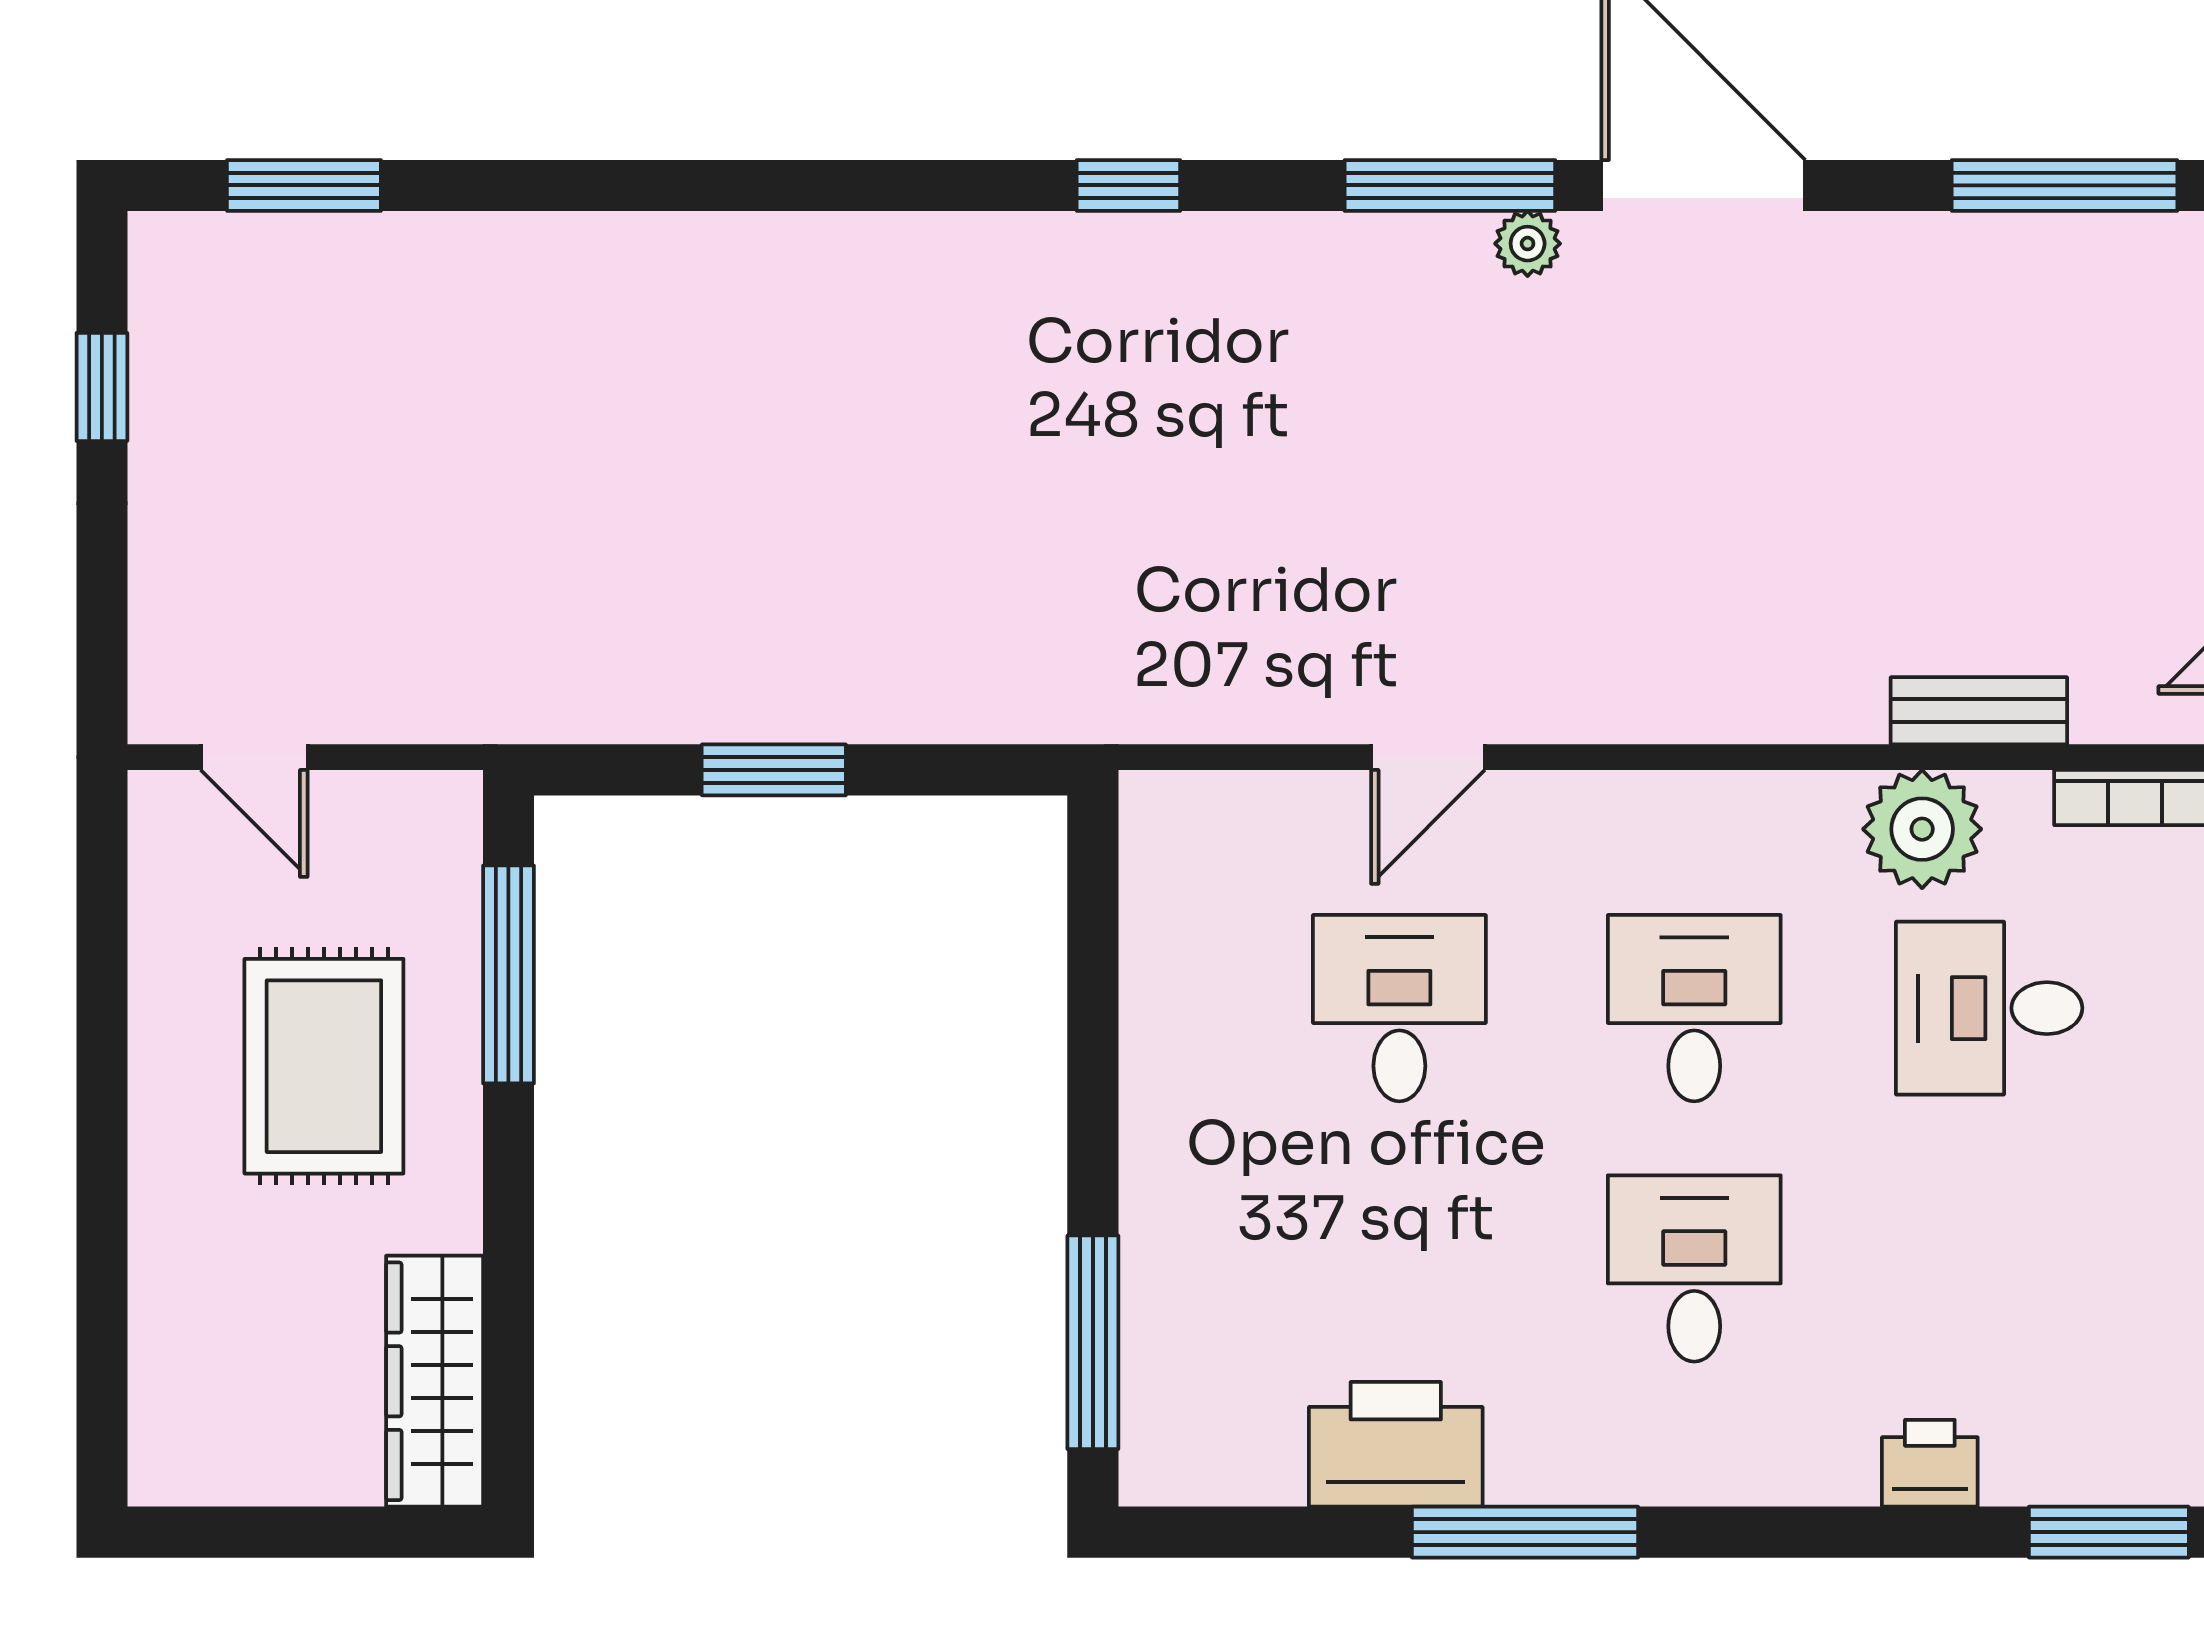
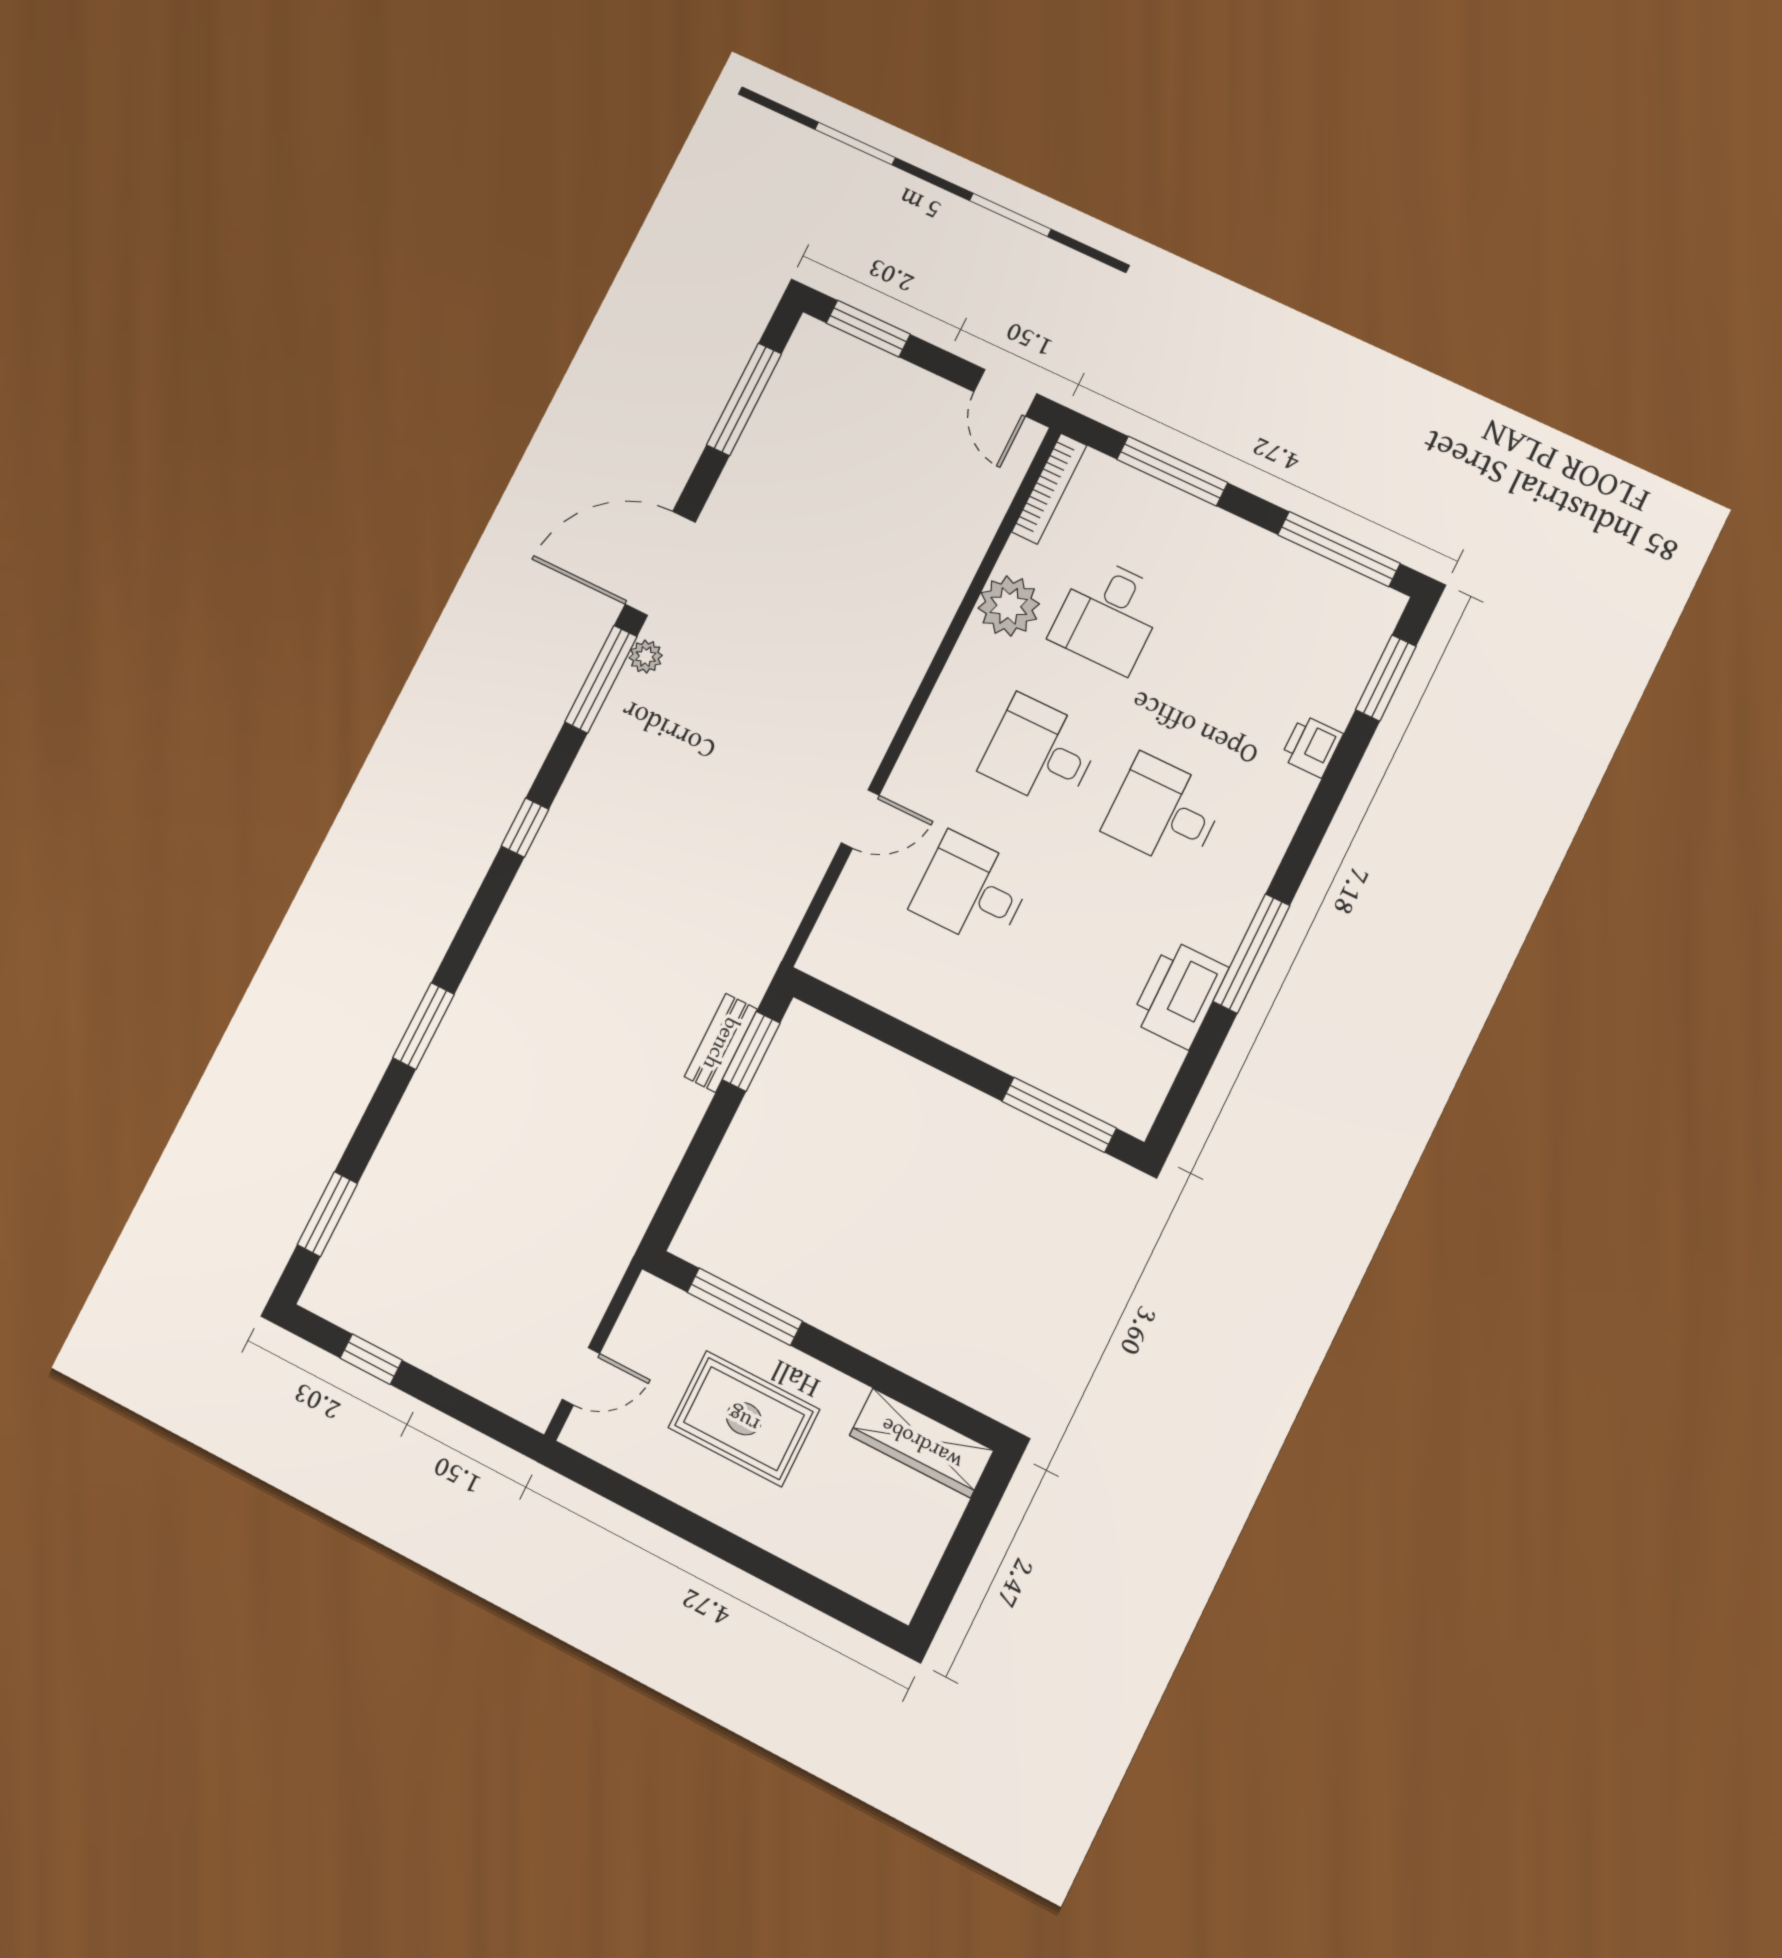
window: (703, 185) -> (424, 1026), added
bench: (1979, 711) -> (721, 1043), moved
door: (1428, 757) -> (860, 819), hinge flipped
window: (774, 770) -> (751, 1051), moved

